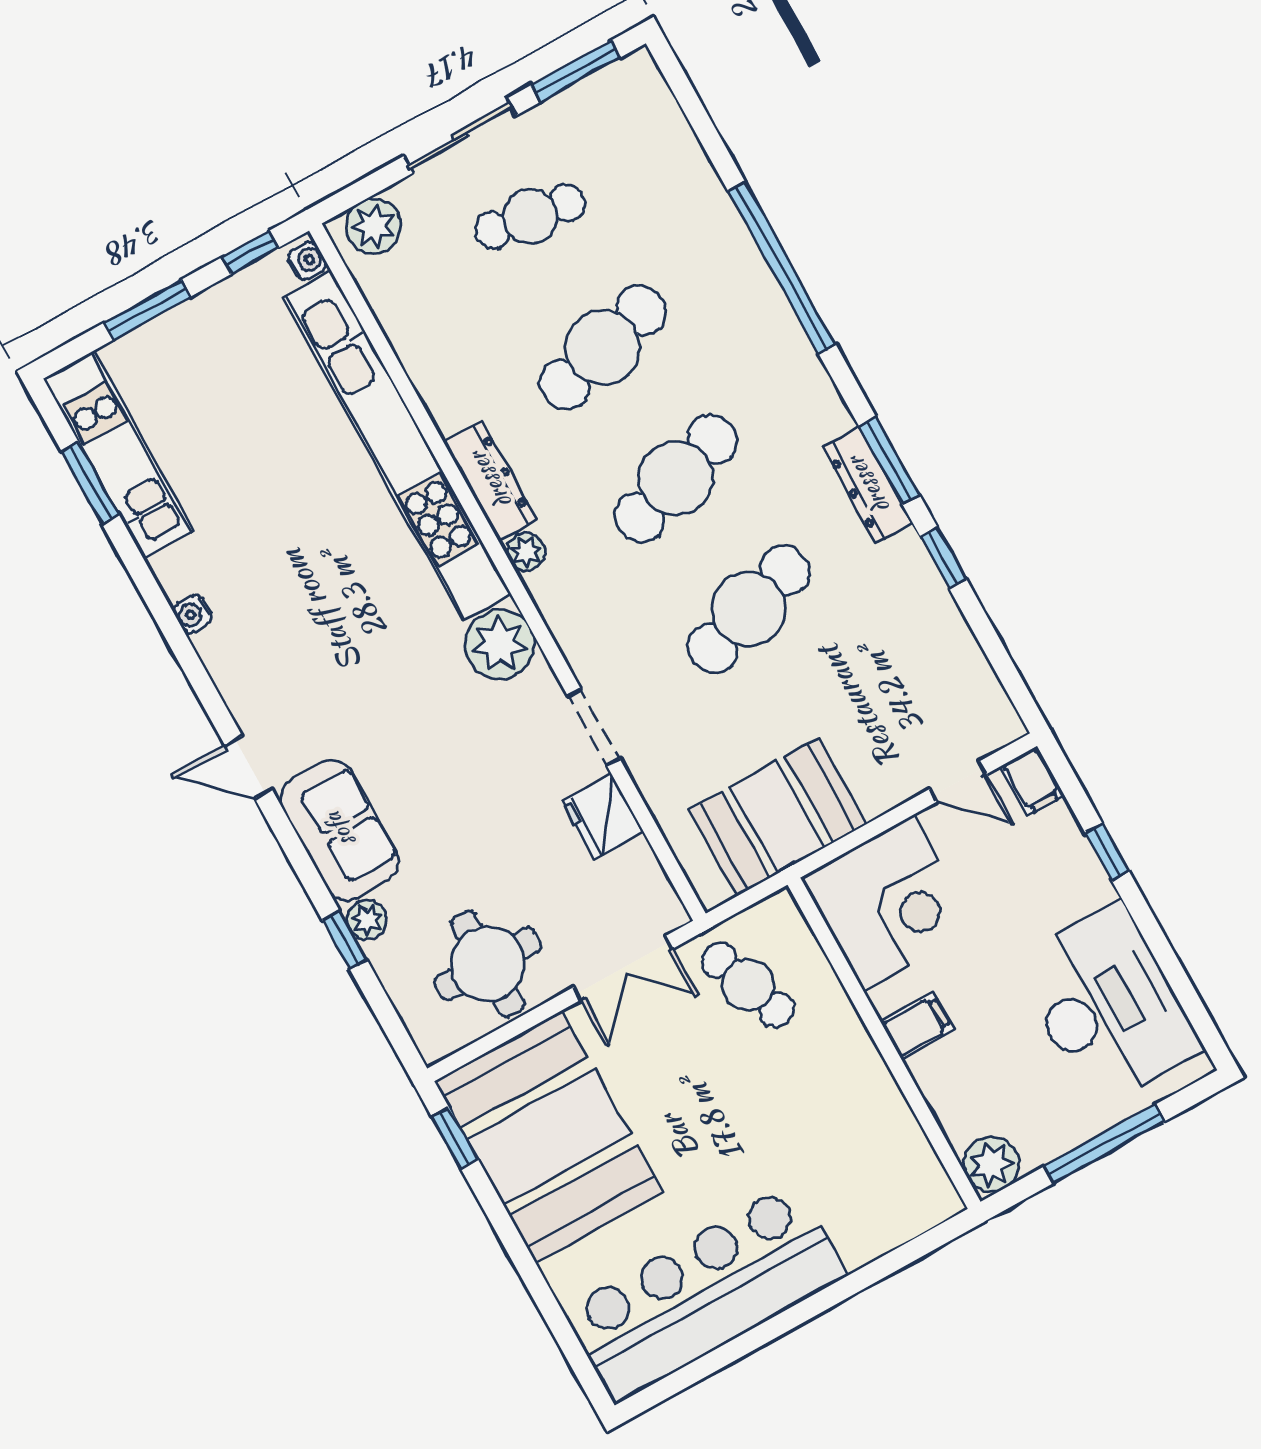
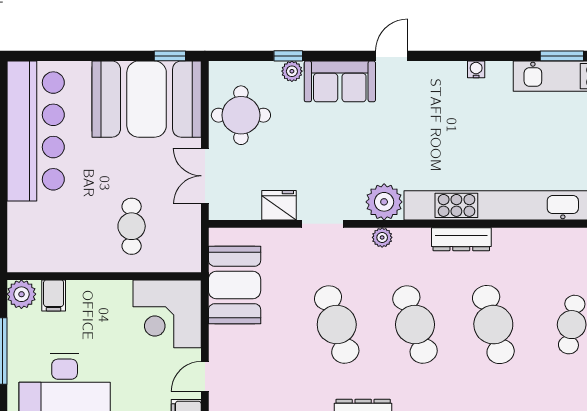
plant: (526, 552) -> (382, 237), moved
cafe table: (748, 985) -> (132, 226), moved, turned -70
filing cabinet: (917, 1026) -> (54, 295), moved

